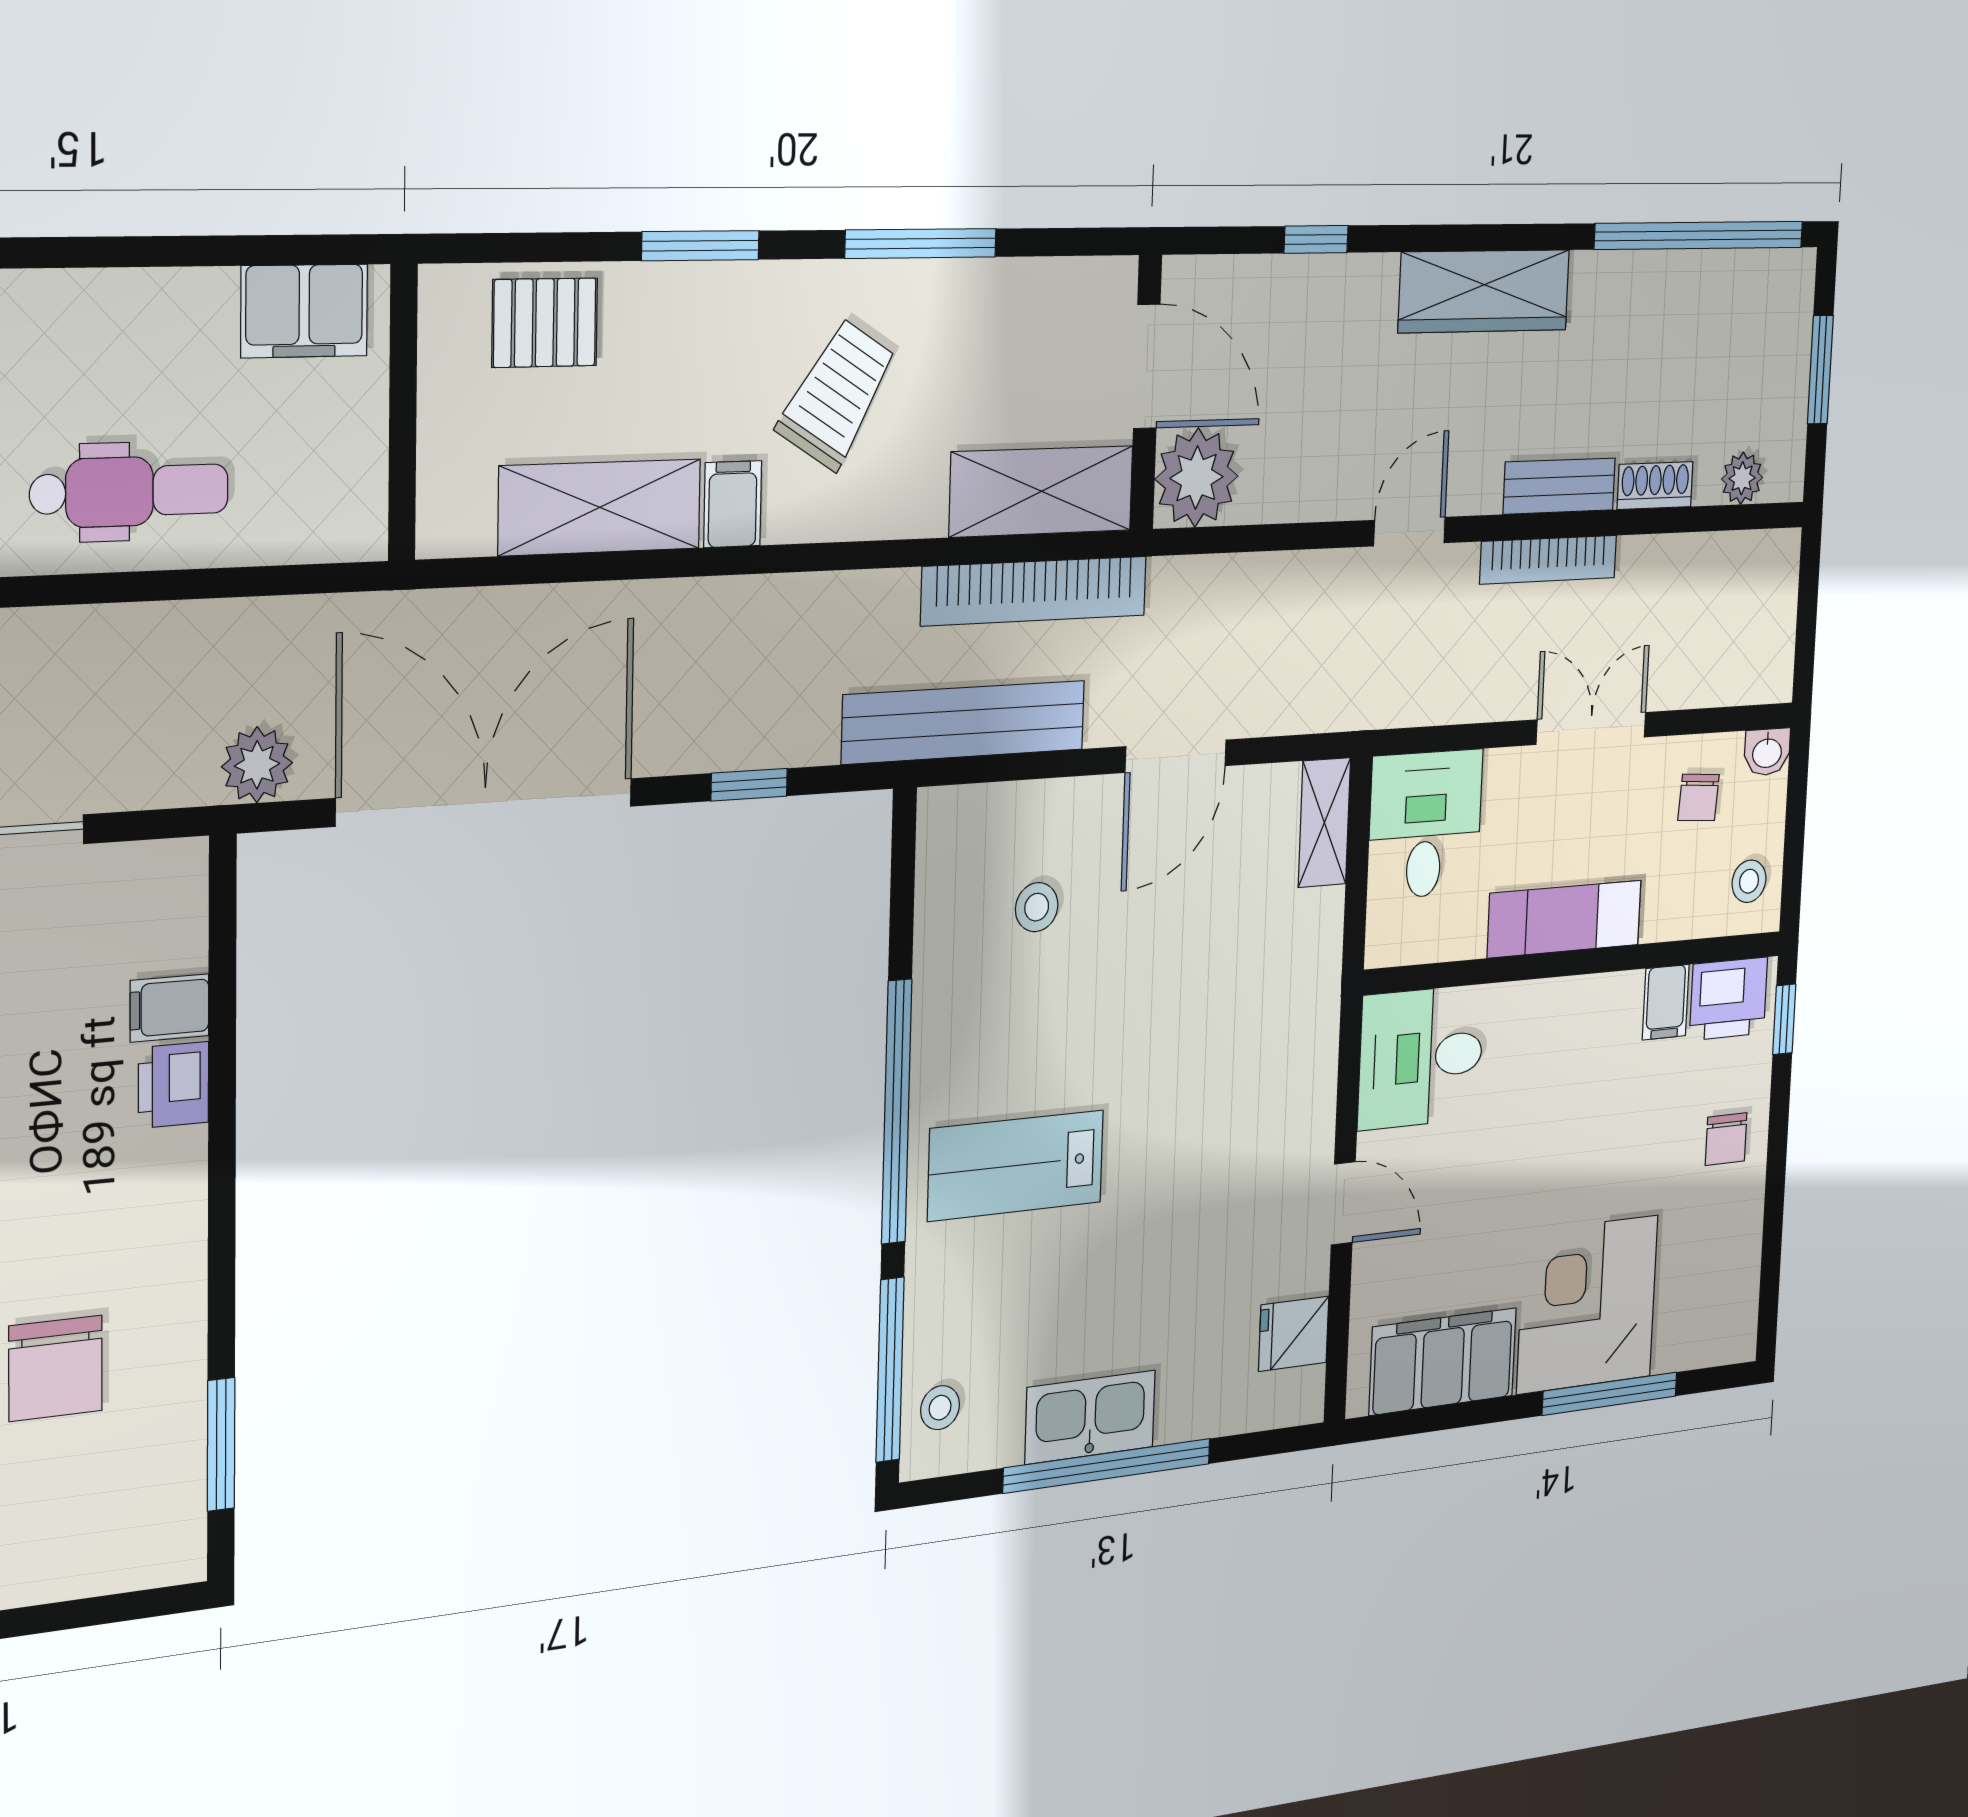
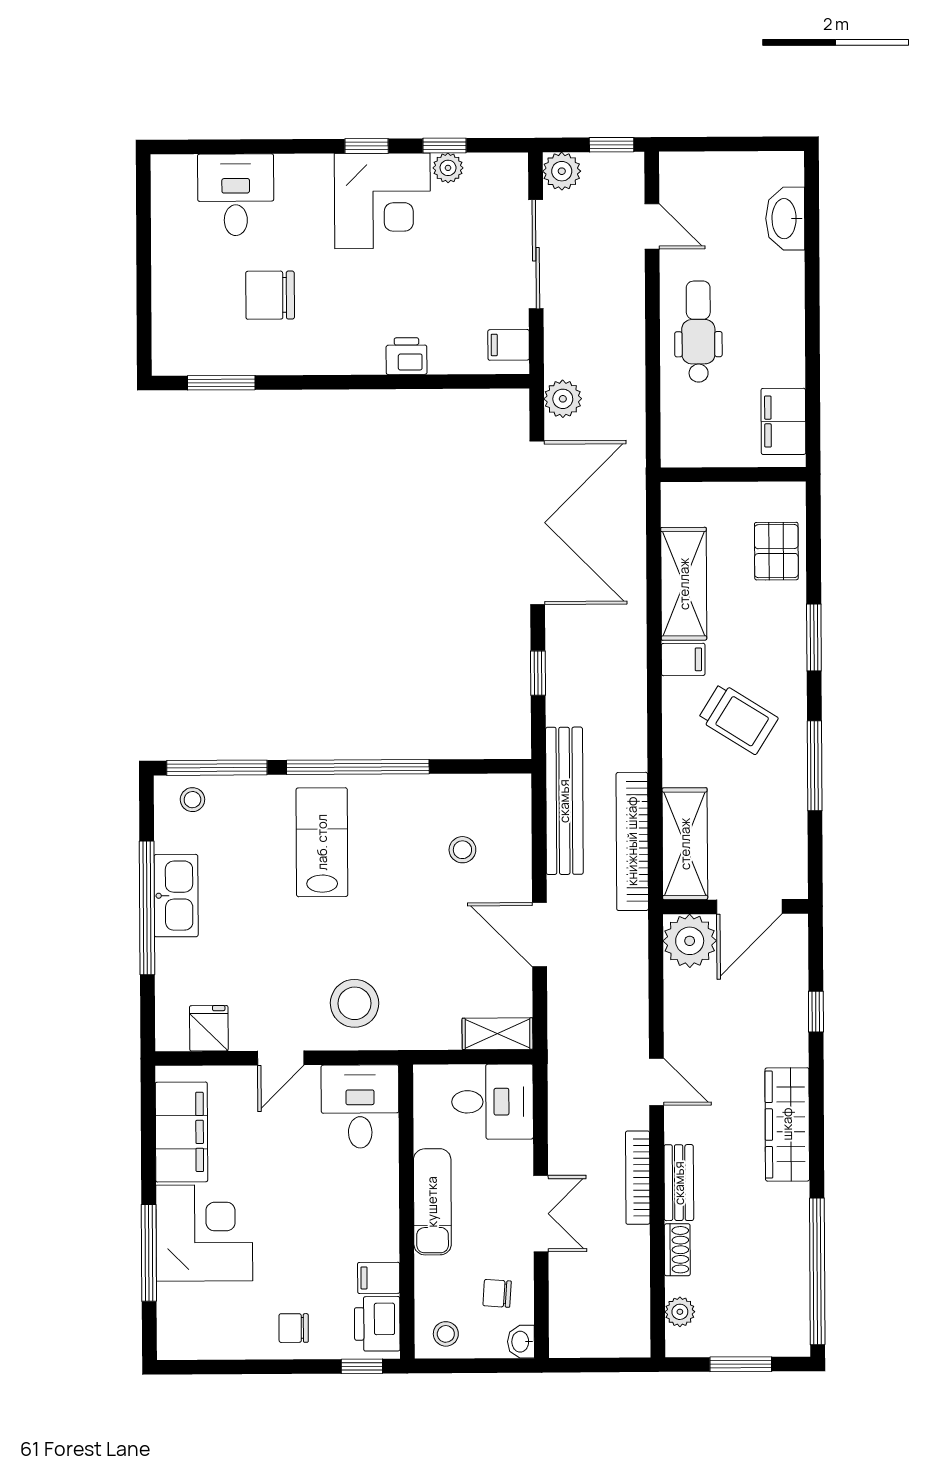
dental chair: (129, 491) -> (698, 332), turned 180
filing cabinet: (170, 1008) -> (509, 345), moved, turned -90
stool: (1268, 1082) -> (355, 1003), added

